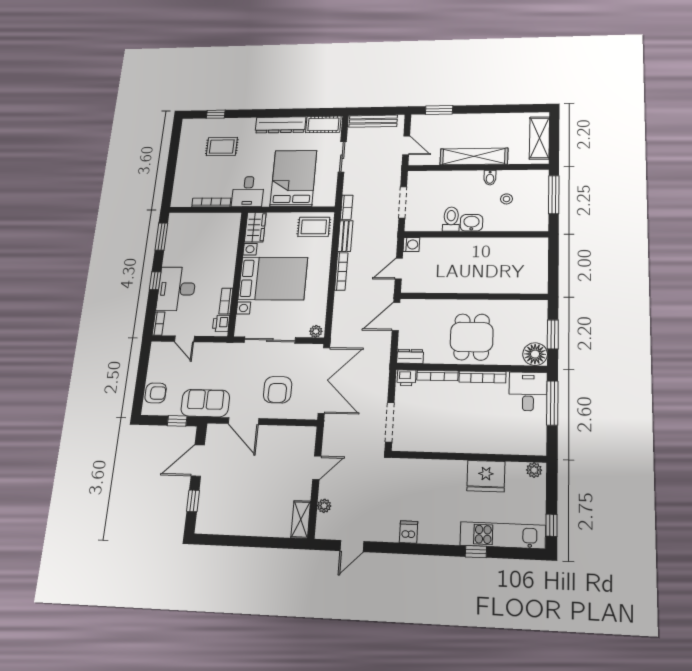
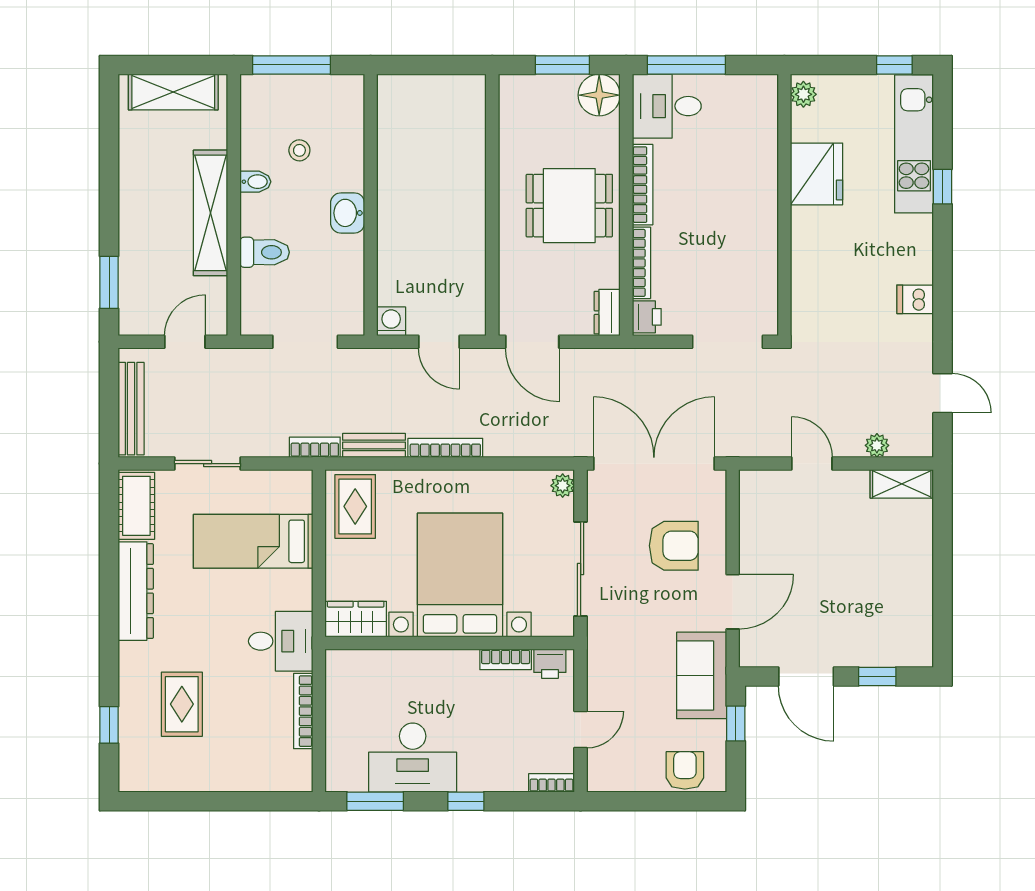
bed: (293, 178) -> (253, 541), width x0.67
toilet: (451, 219) -> (265, 252), moved, turned 180
desk: (176, 289) -> (413, 758), moved

